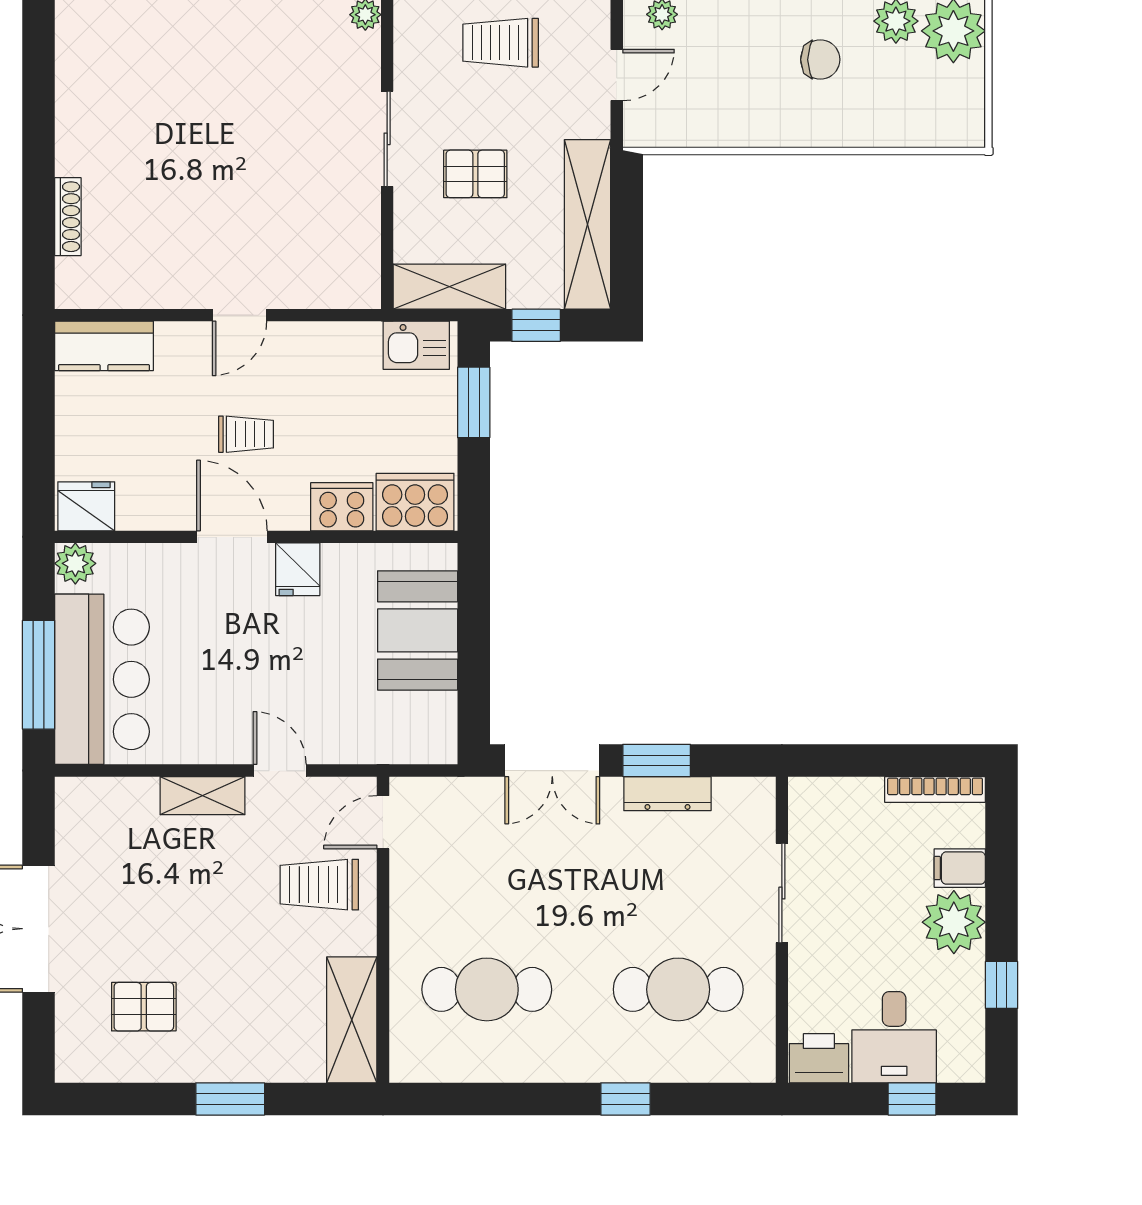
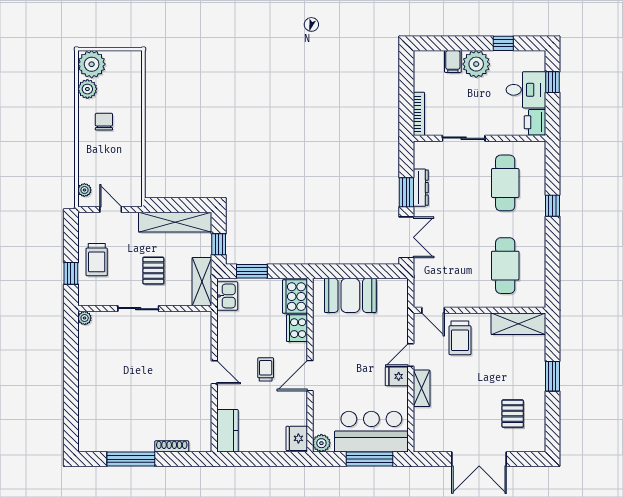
window: (39, 122) -> (131, 459), added
fridge: (298, 569) -> (397, 376), moved, turned 180
bookcase: (935, 789) -> (419, 114), moved

